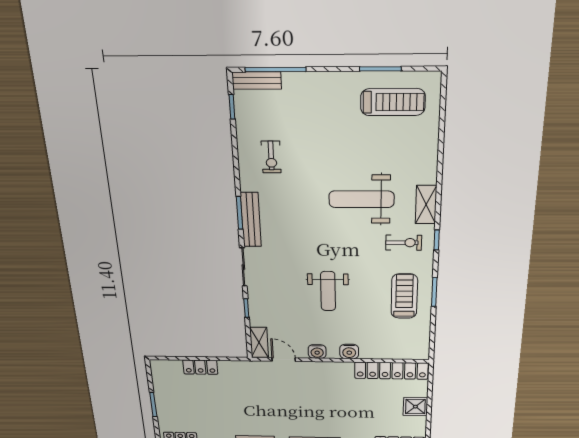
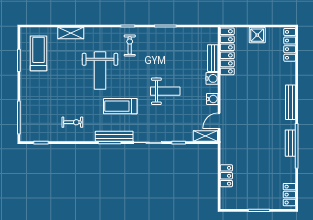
bench: (257, 80) -> (213, 58), moved
shelving: (426, 205) -> (71, 33), moved
treadmill: (404, 296) -> (120, 106), moved

